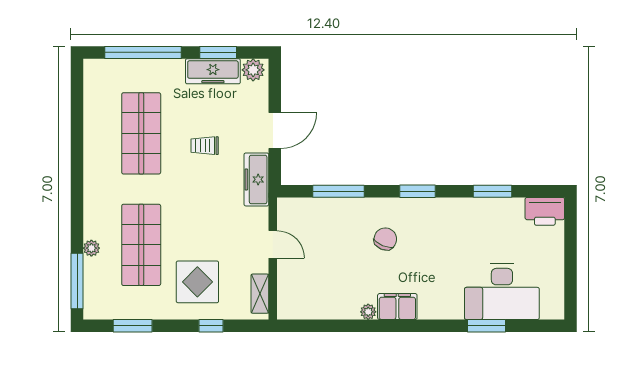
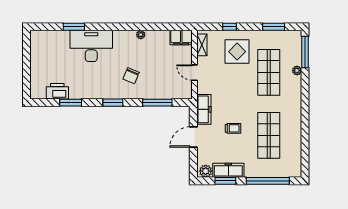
printer: (545, 211) -> (57, 91), moved
desk: (502, 292) -> (91, 46), moved
filing cabinet: (397, 307) -> (181, 38), moved

